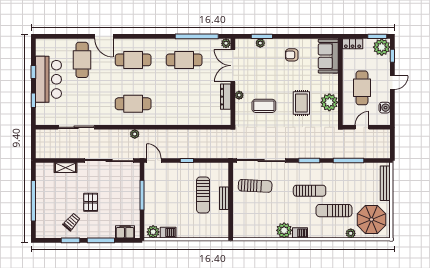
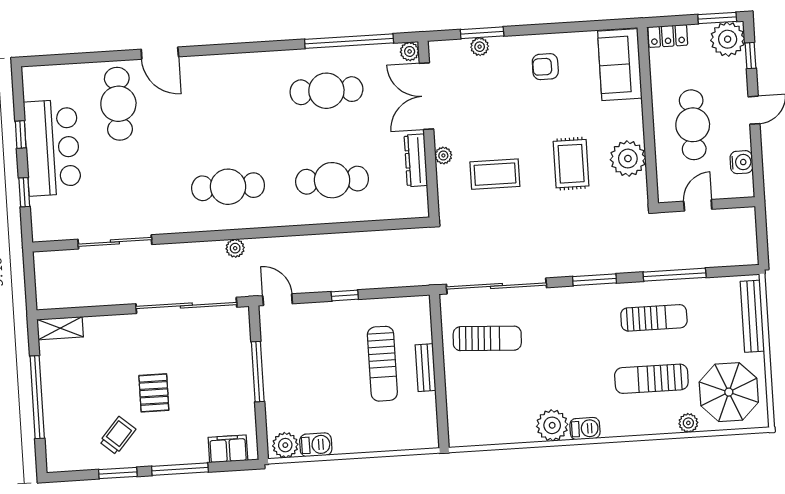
cafe table: (133, 60) -> (332, 180), moved
shelving: (66, 168) -> (60, 328), moved
sun lounger: (310, 191) -> (654, 318), moved

